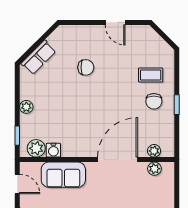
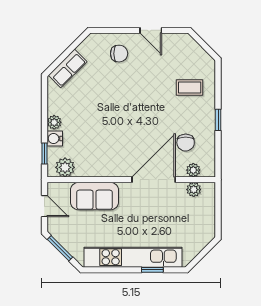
chair: (86, 67) -> (119, 54), moved
chair: (154, 101) -> (186, 143), moved
water cooler: (53, 150) -> (55, 139), moved, turned 90

